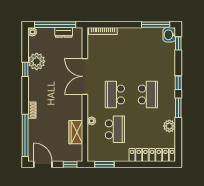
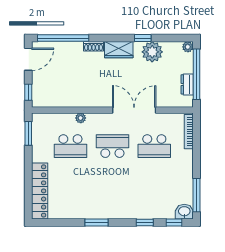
window: (178, 83) -> (145, 222), moved
school desk: (148, 94) -> (154, 146), moved
plant: (169, 126) -> (75, 212), removed
wardrobe: (76, 132) -> (119, 50), moved, turned 180

